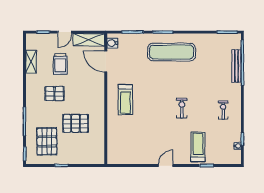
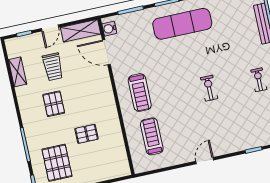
pallet: (55, 94) -> (54, 104), turned 90
pallet: (76, 123) -> (86, 134), width x0.67, depth x0.71
treadmill: (198, 147) -> (152, 136), moved

